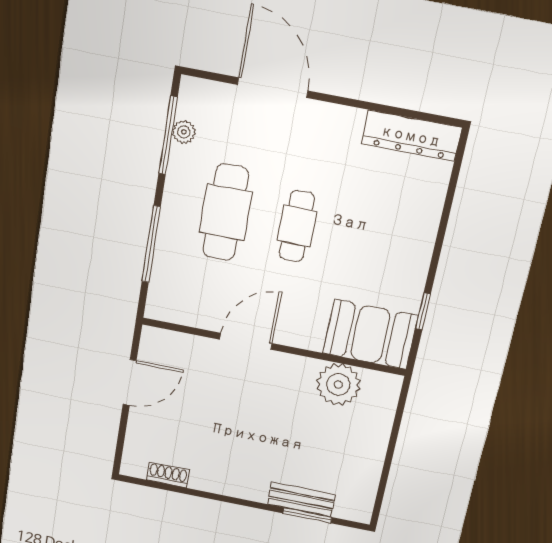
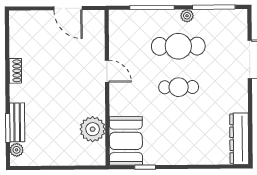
plant: (184, 132) -> (187, 16), moved
door: (246, 341) -> (107, 71), width x0.73
shoe rack: (168, 475) -> (15, 71), moved
plant: (346, 509) -> (17, 150), added

